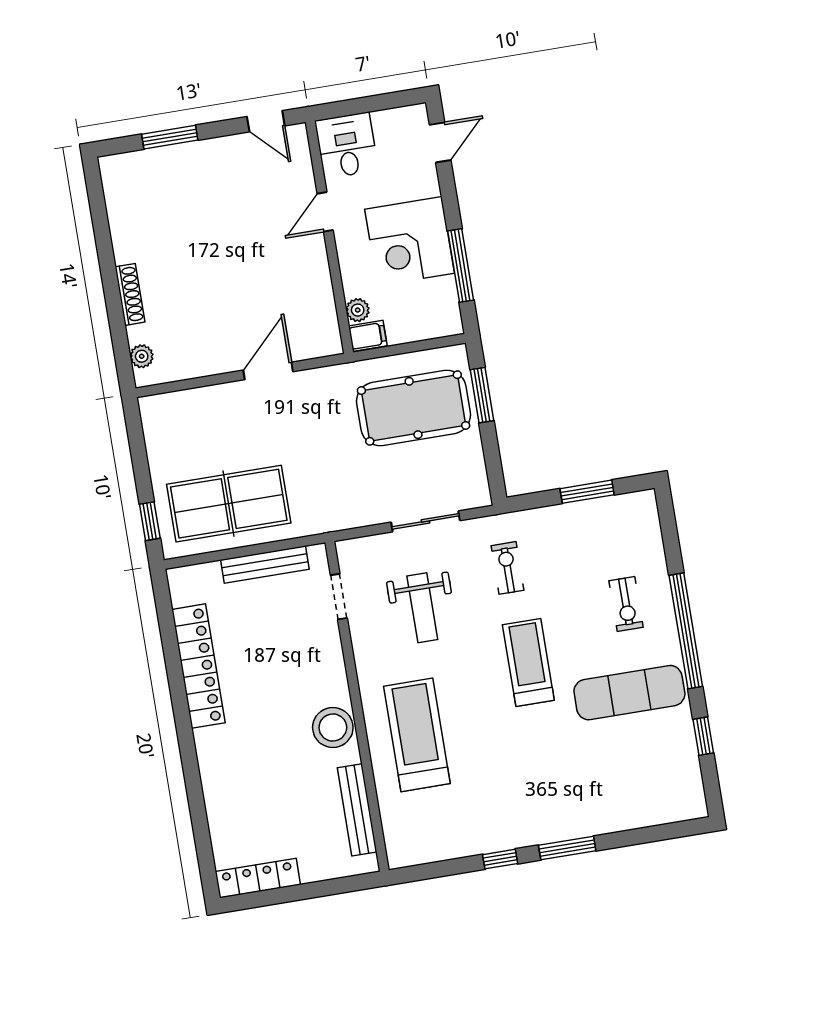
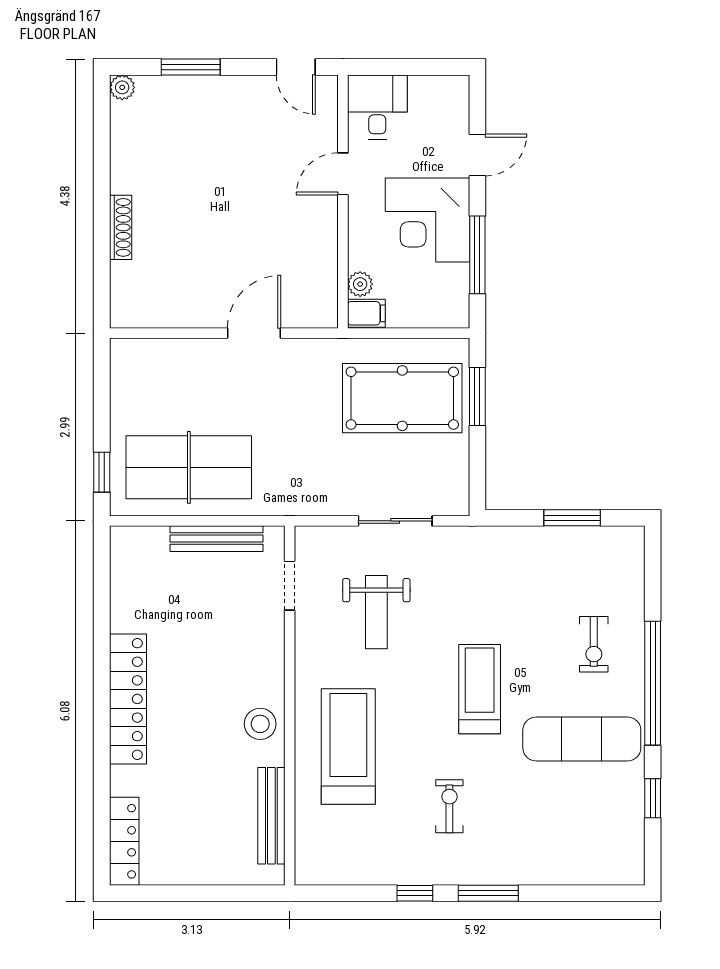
door: (440, 142) -> (477, 155), moved
plant: (142, 356) -> (122, 87), moved
exercise bike: (507, 568) -> (449, 806), moved
locker: (199, 666) -> (128, 699), moved
stool: (333, 728) -> (260, 724), width x0.73, depth x0.73
locker: (258, 878) -> (124, 841), moved, turned 90

